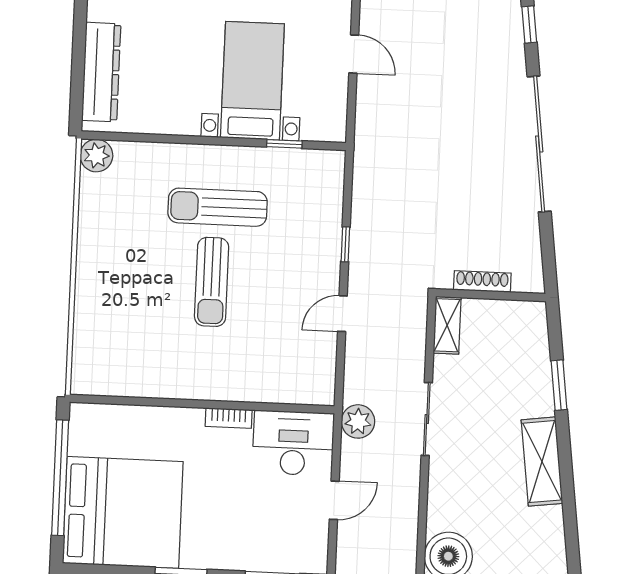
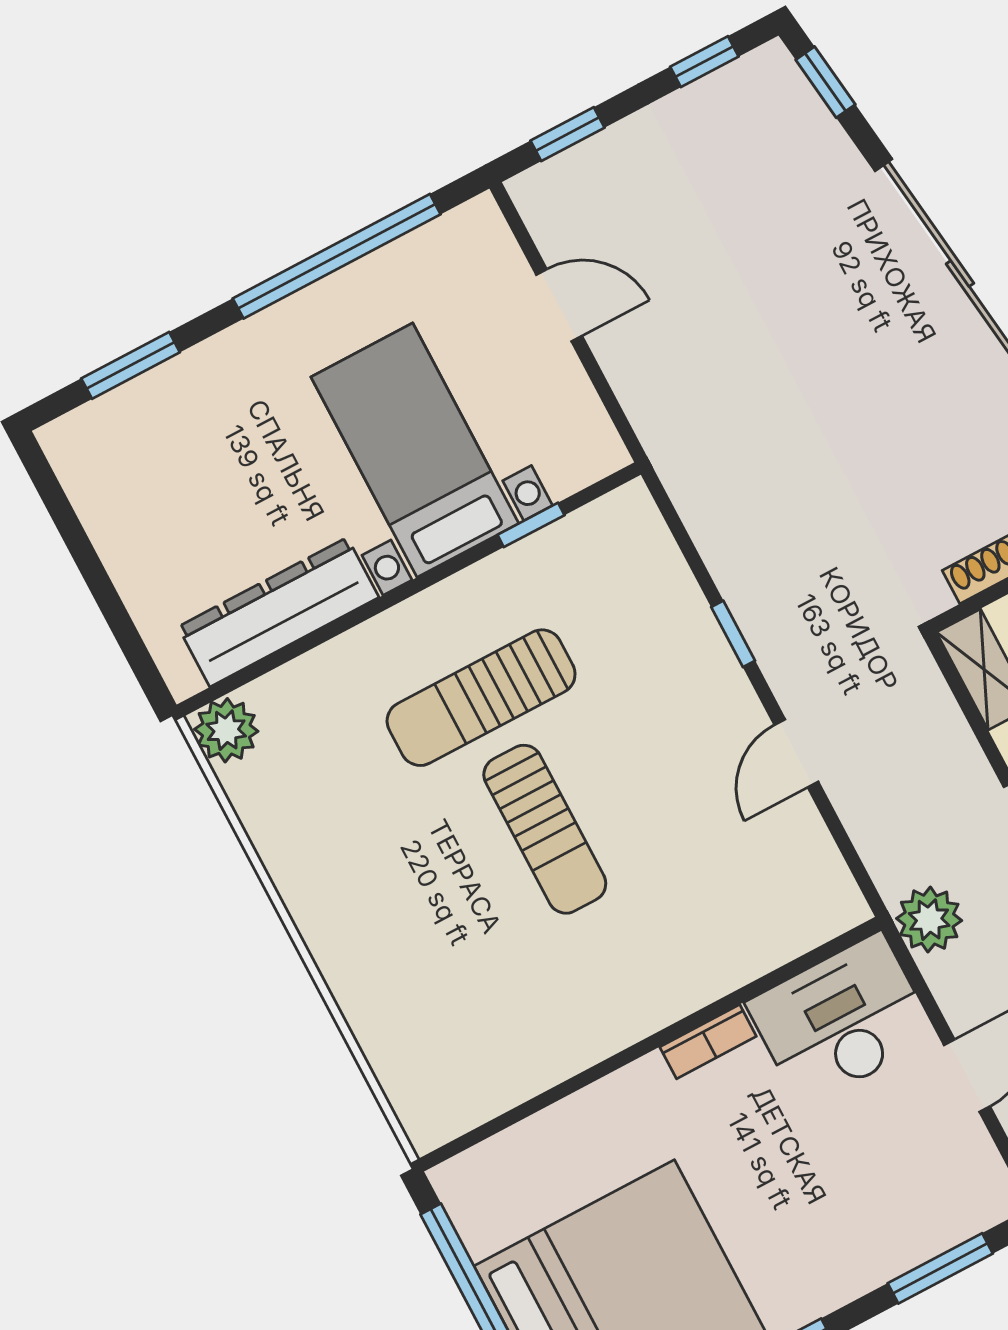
dresser: (101, 72) -> (279, 612), moved, turned -90

